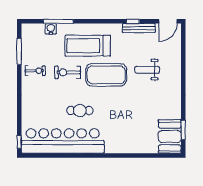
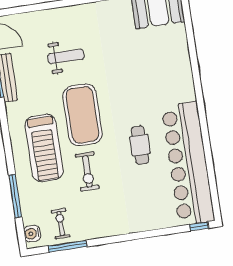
water cooler: (51, 29) -> (32, 234), moved
weight bench: (147, 70) -> (66, 56), turned -90
exercise bike: (35, 71) -> (61, 224), moved

